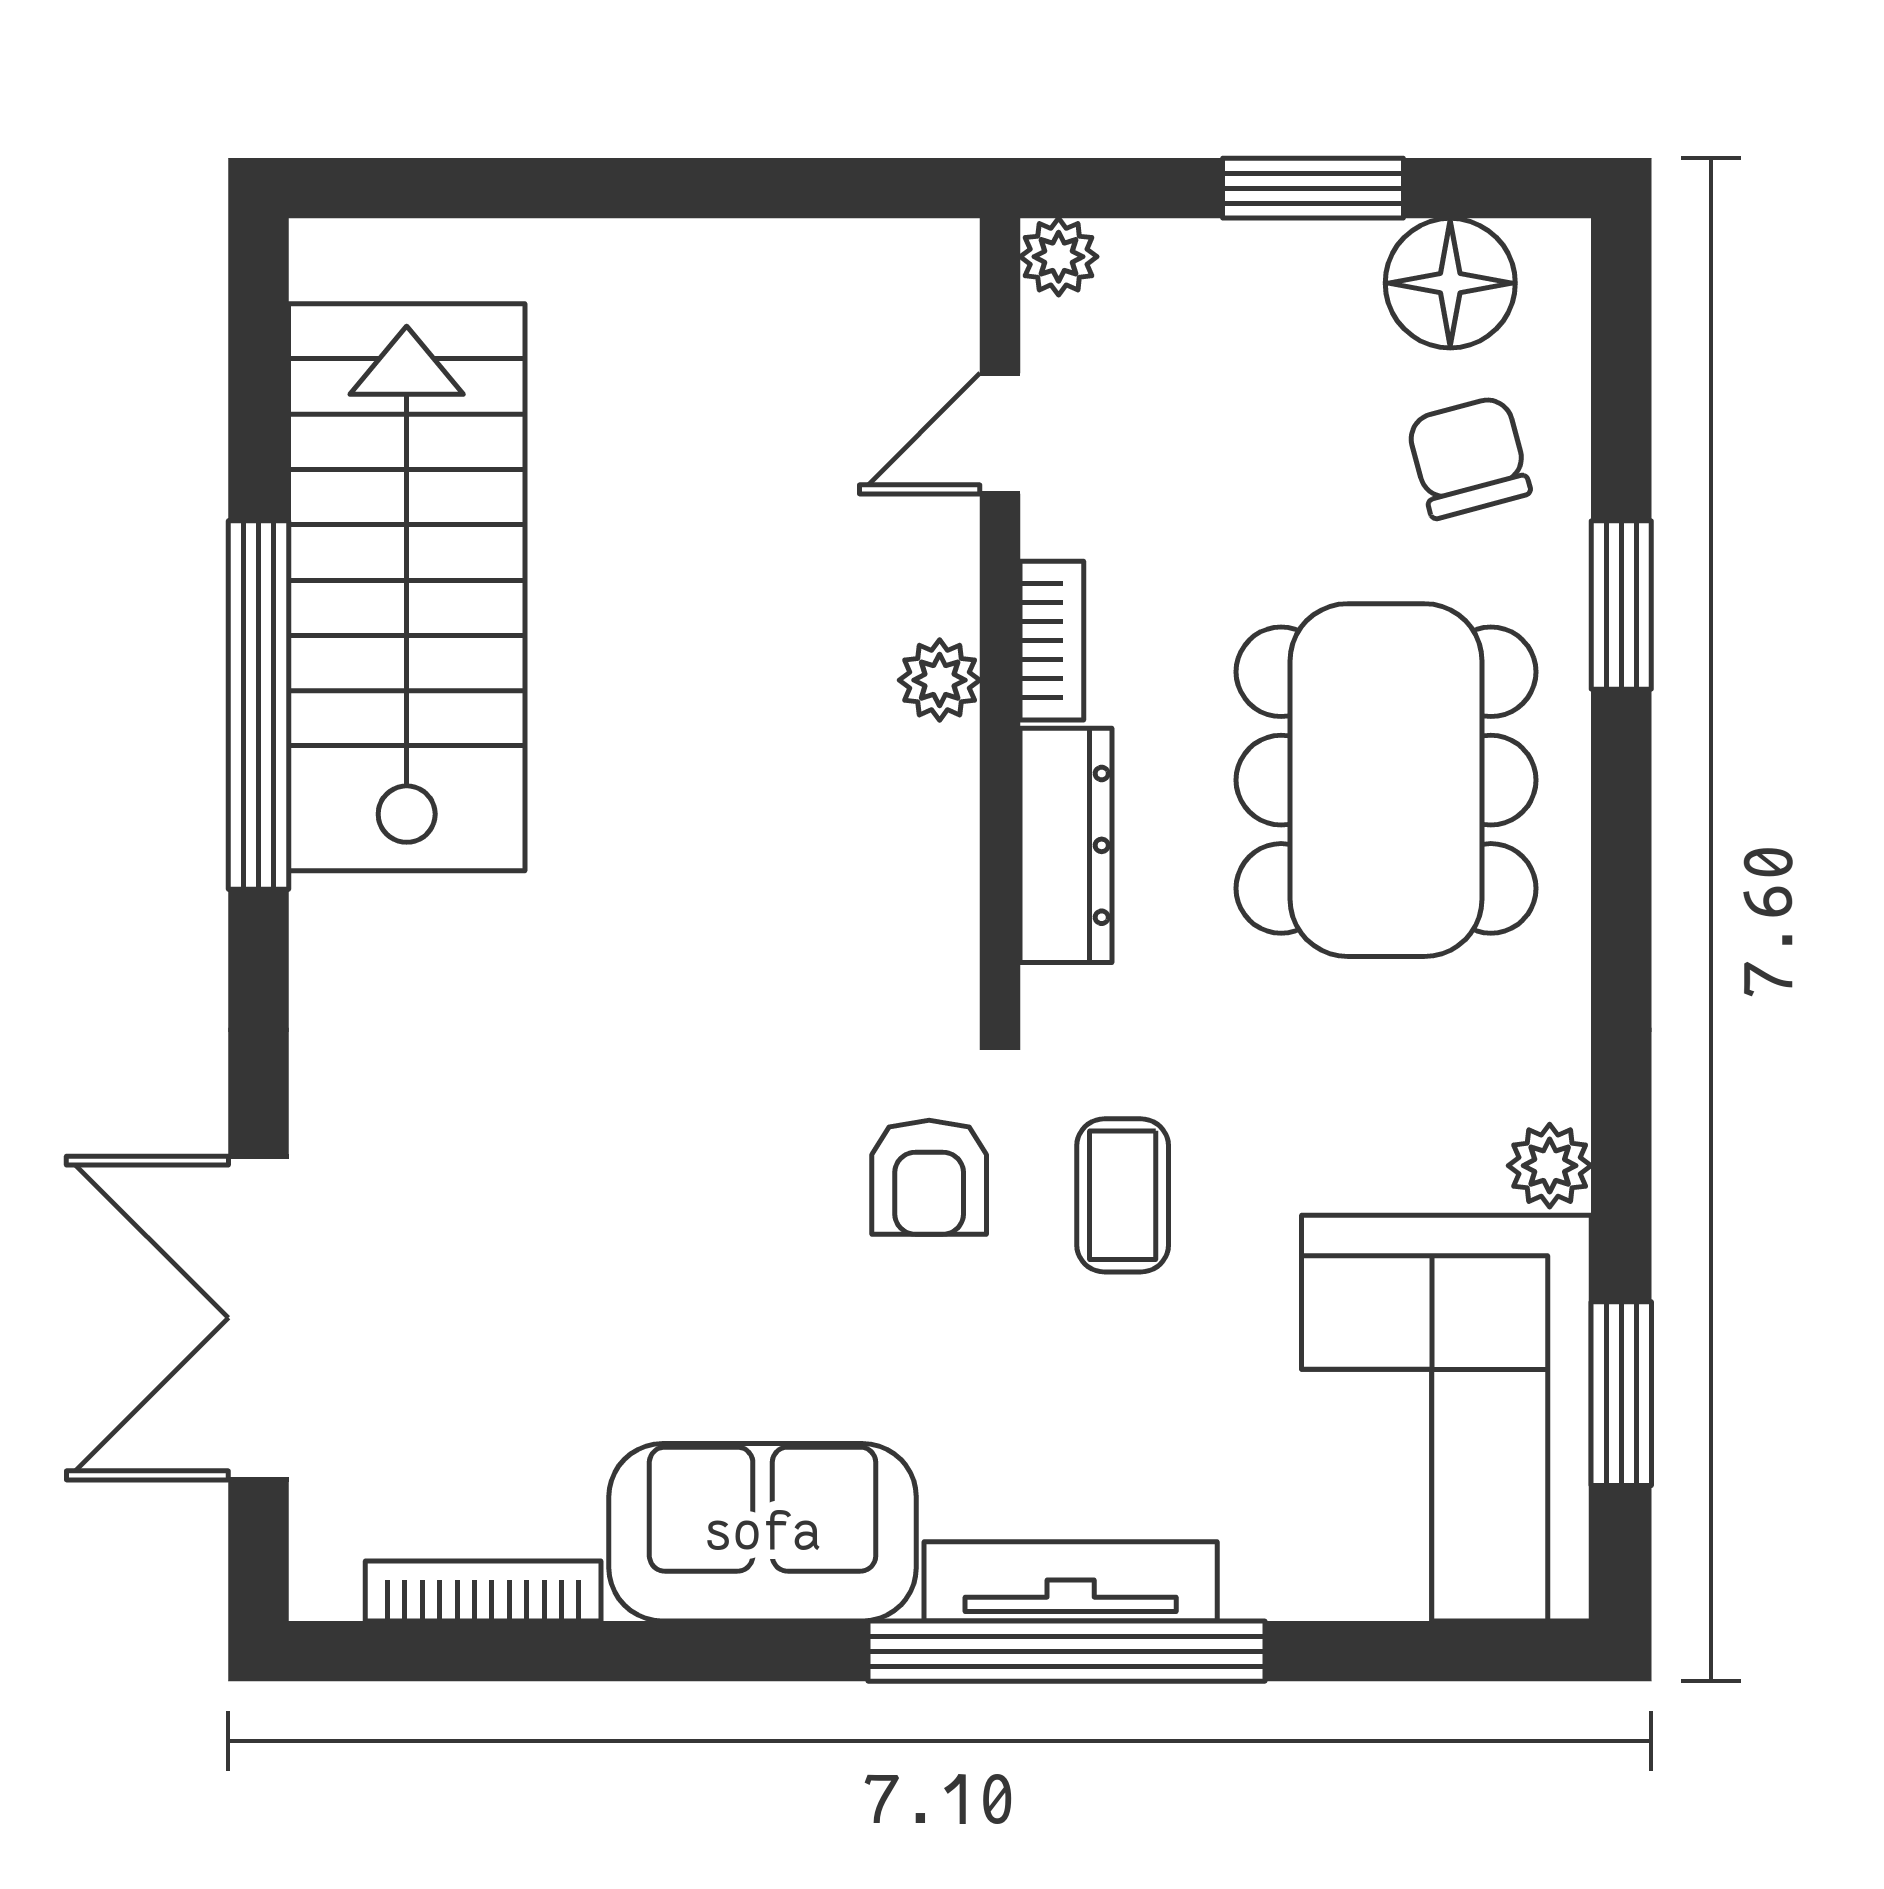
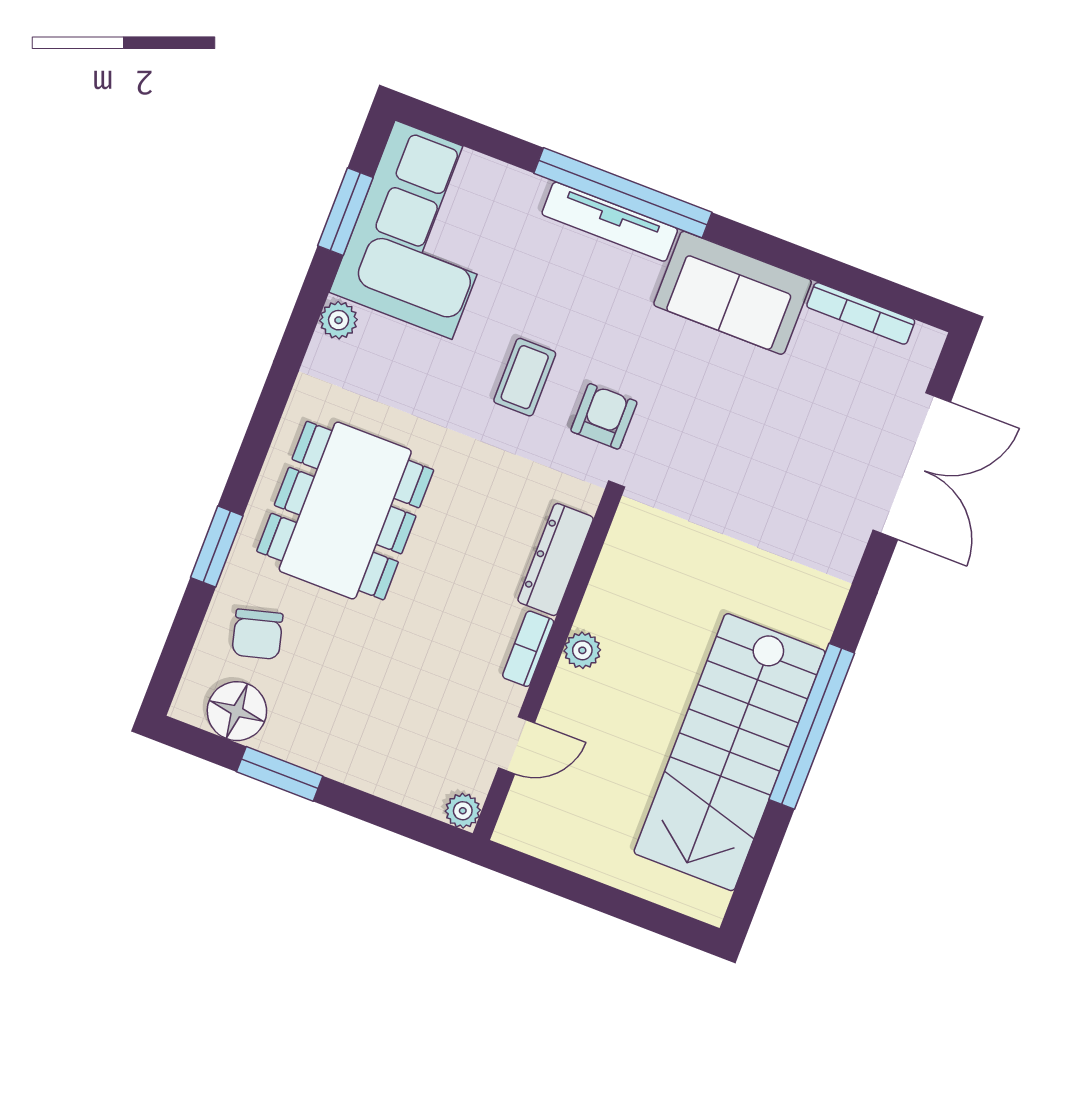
plant: (1059, 257) -> (463, 811), moved
door: (1000, 433) -> (516, 745), moved
wall: (1000, 614) -> (546, 669), moved
bookcase: (1052, 641) -> (528, 649), moved
plant: (940, 680) -> (582, 650), moved
dresser: (1066, 845) -> (556, 560), moved

